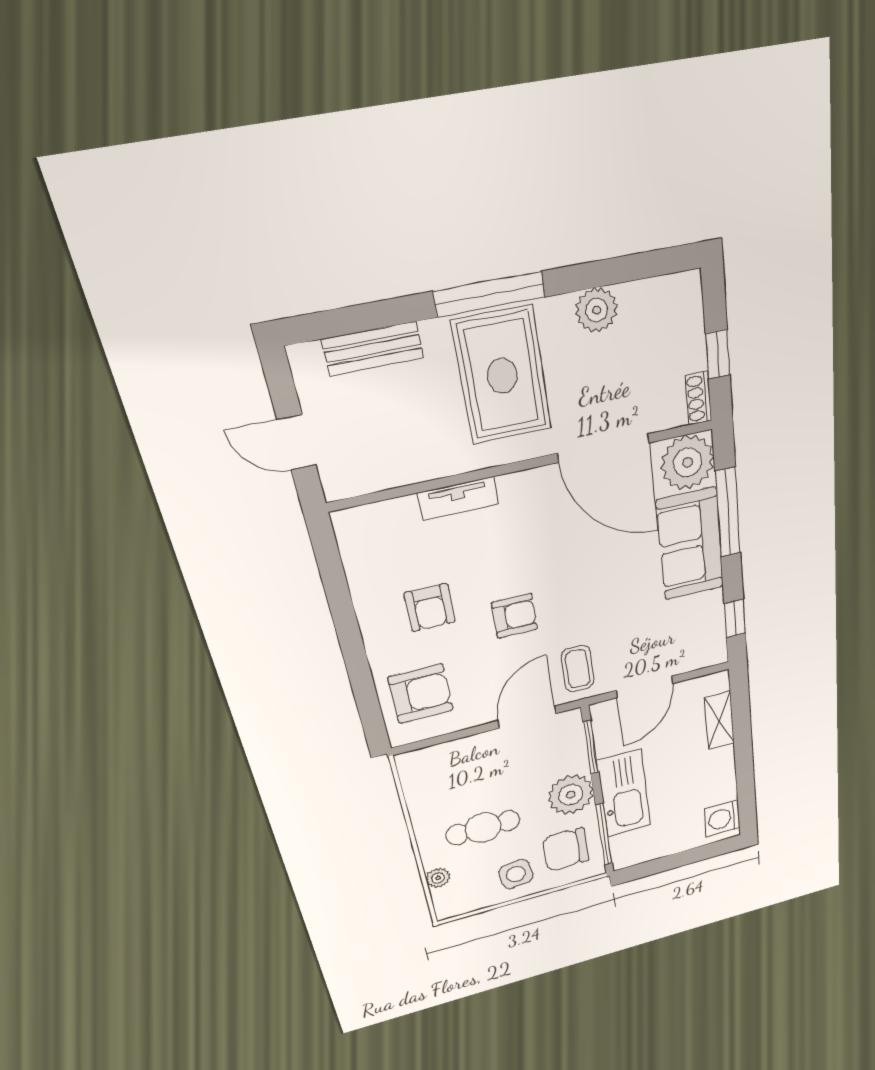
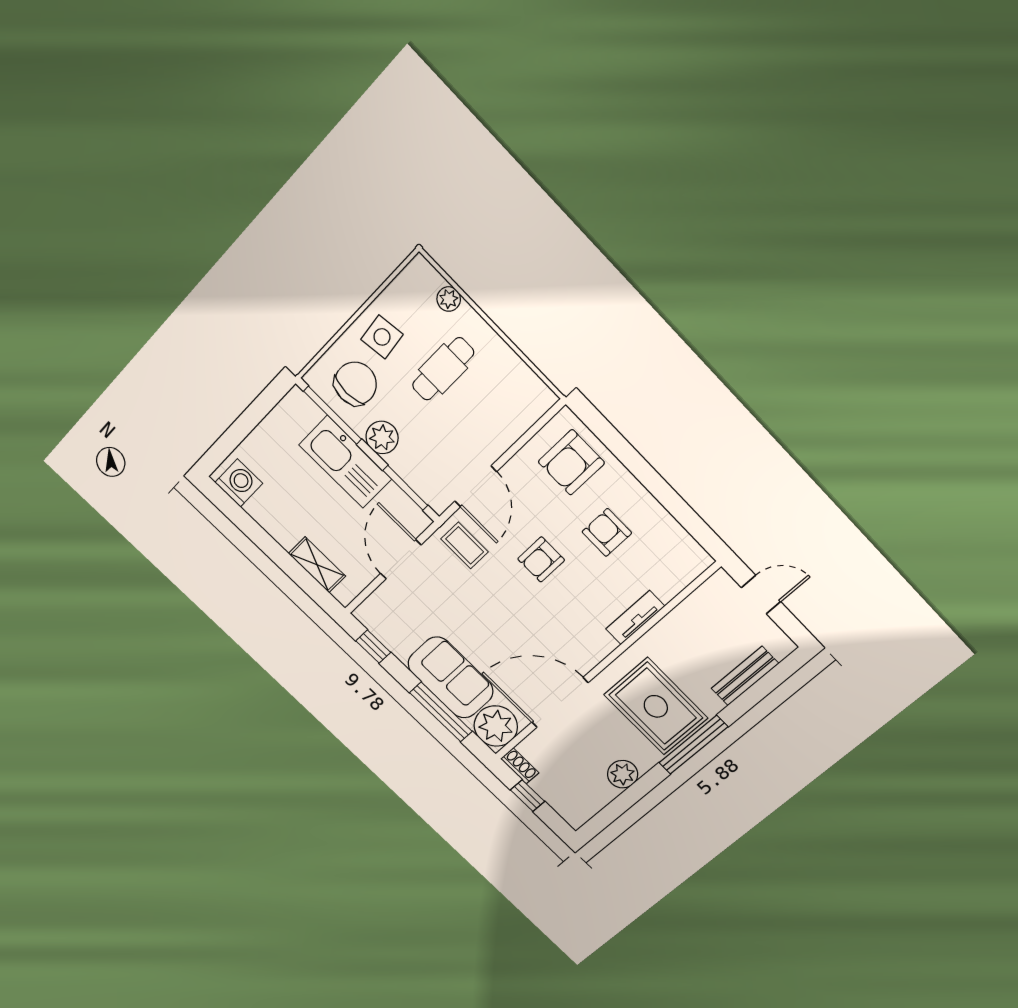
plant: (571, 795) -> (382, 438), width x0.73, depth x0.73

